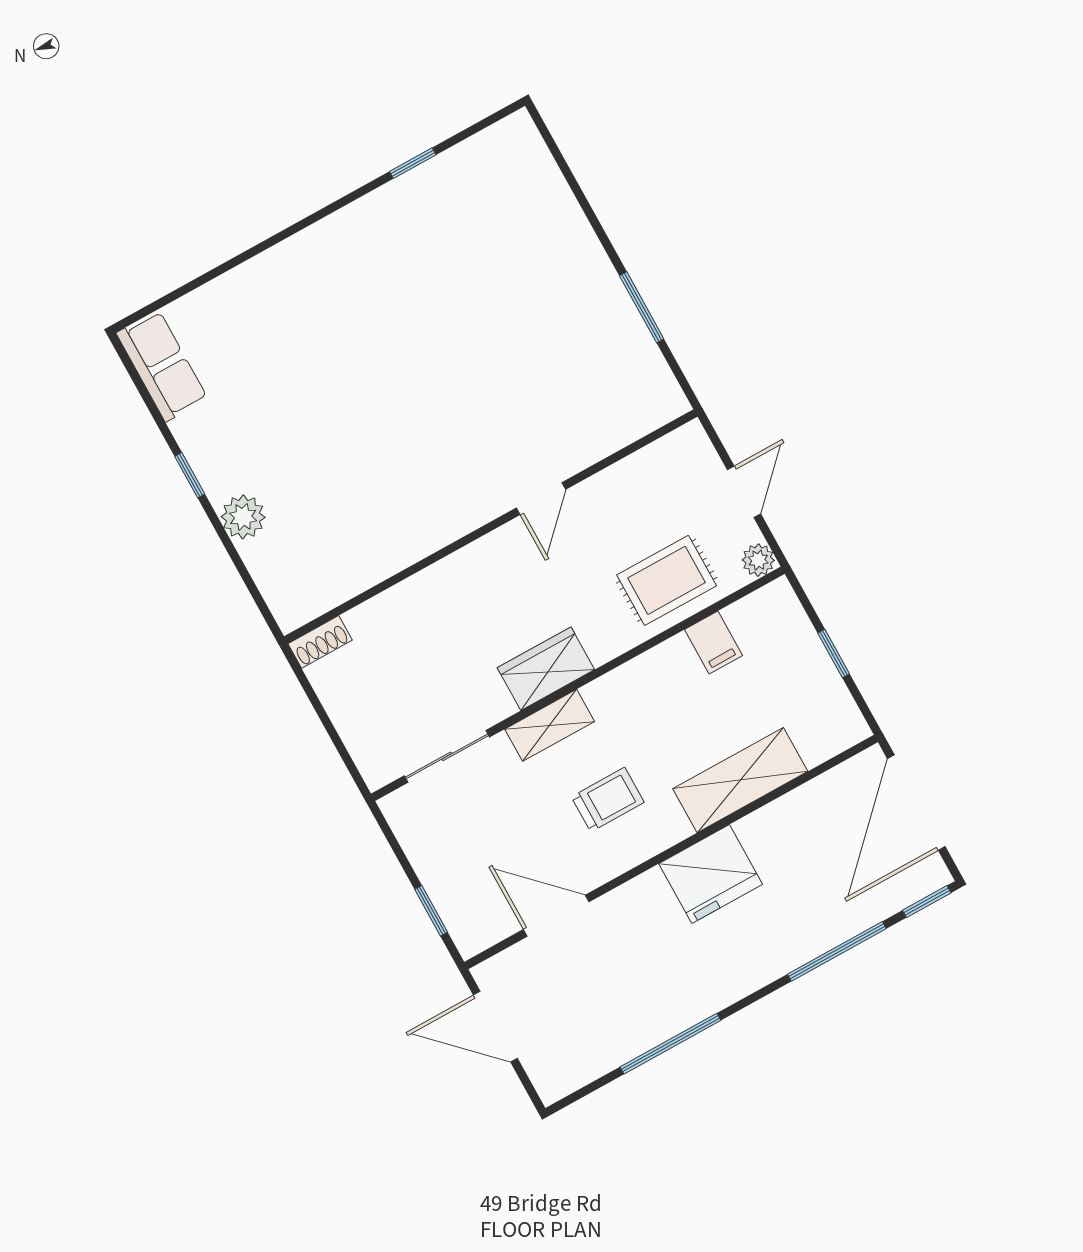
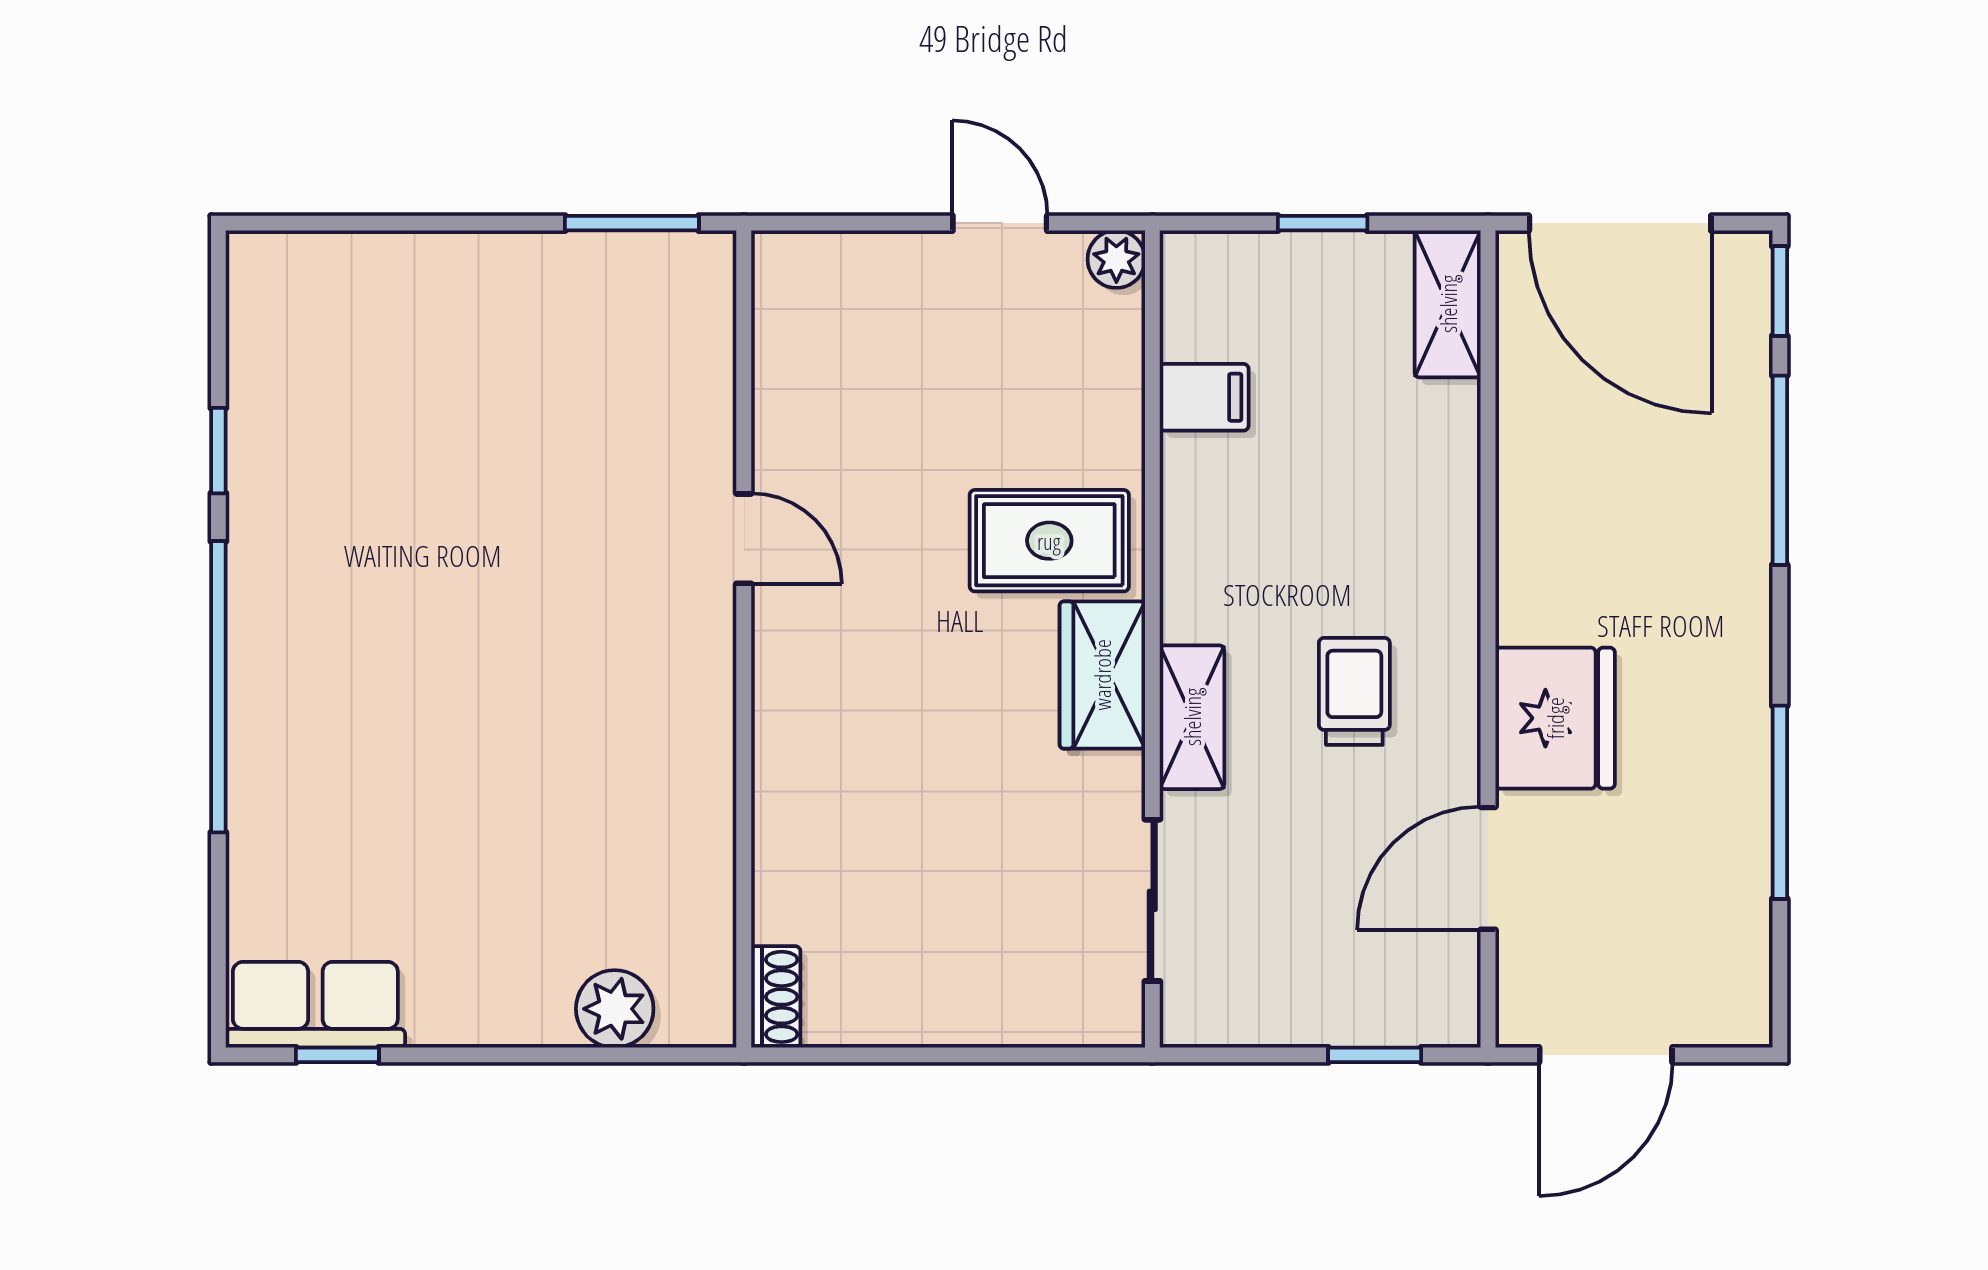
window: (294, 229) -> (218, 687), added
window: (190, 475) -> (337, 1055), moved
door: (541, 499) -> (744, 539), moved
wall: (491, 526) -> (744, 639), moved
rug: (667, 580) -> (1049, 541), moved, turned 90
shoe rack: (320, 642) -> (776, 997), moved
shelving: (740, 780) -> (1448, 304), moved, width x0.67, depth x0.75
fridge: (711, 874) -> (1555, 718), moved

